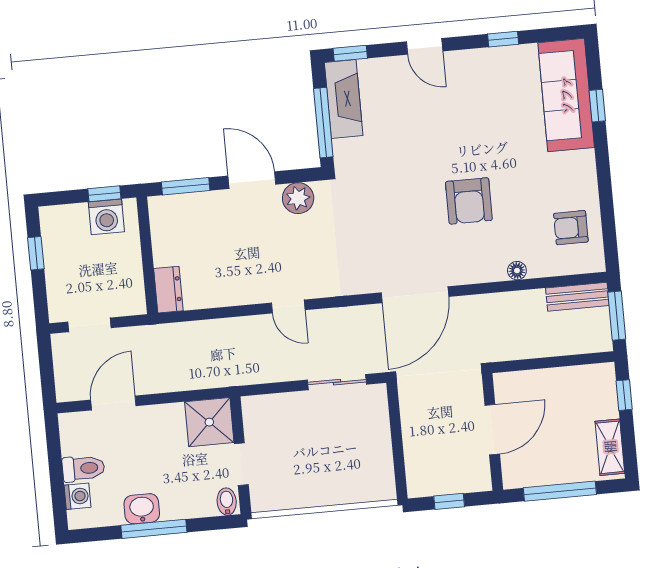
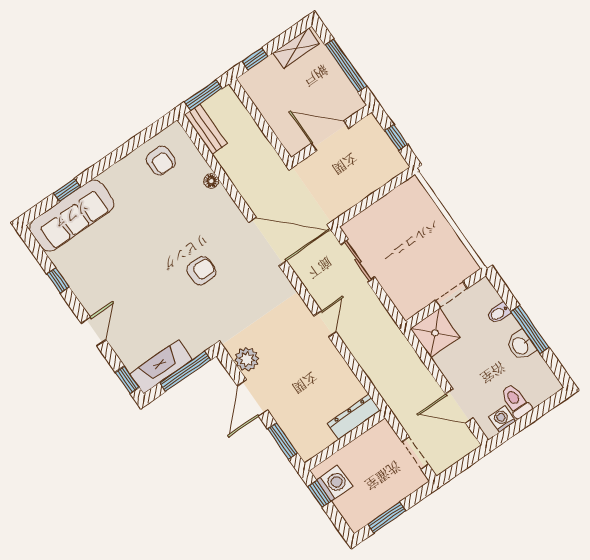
armchair: (469, 201) -> (201, 271), moved, width x0.72, depth x0.72
window: (36, 253) -> (387, 518), width x1.50
dresser: (168, 290) -> (354, 417), width x1.44
washing machine: (78, 496) -> (502, 419), moved
bidet: (227, 502) -> (499, 313), moved

